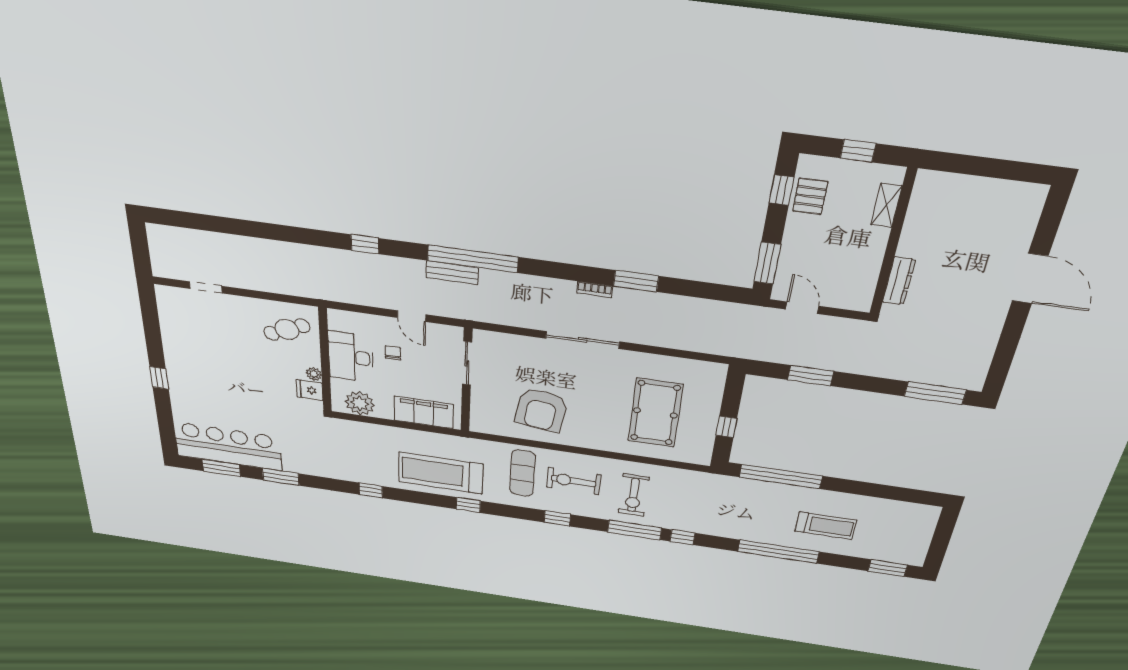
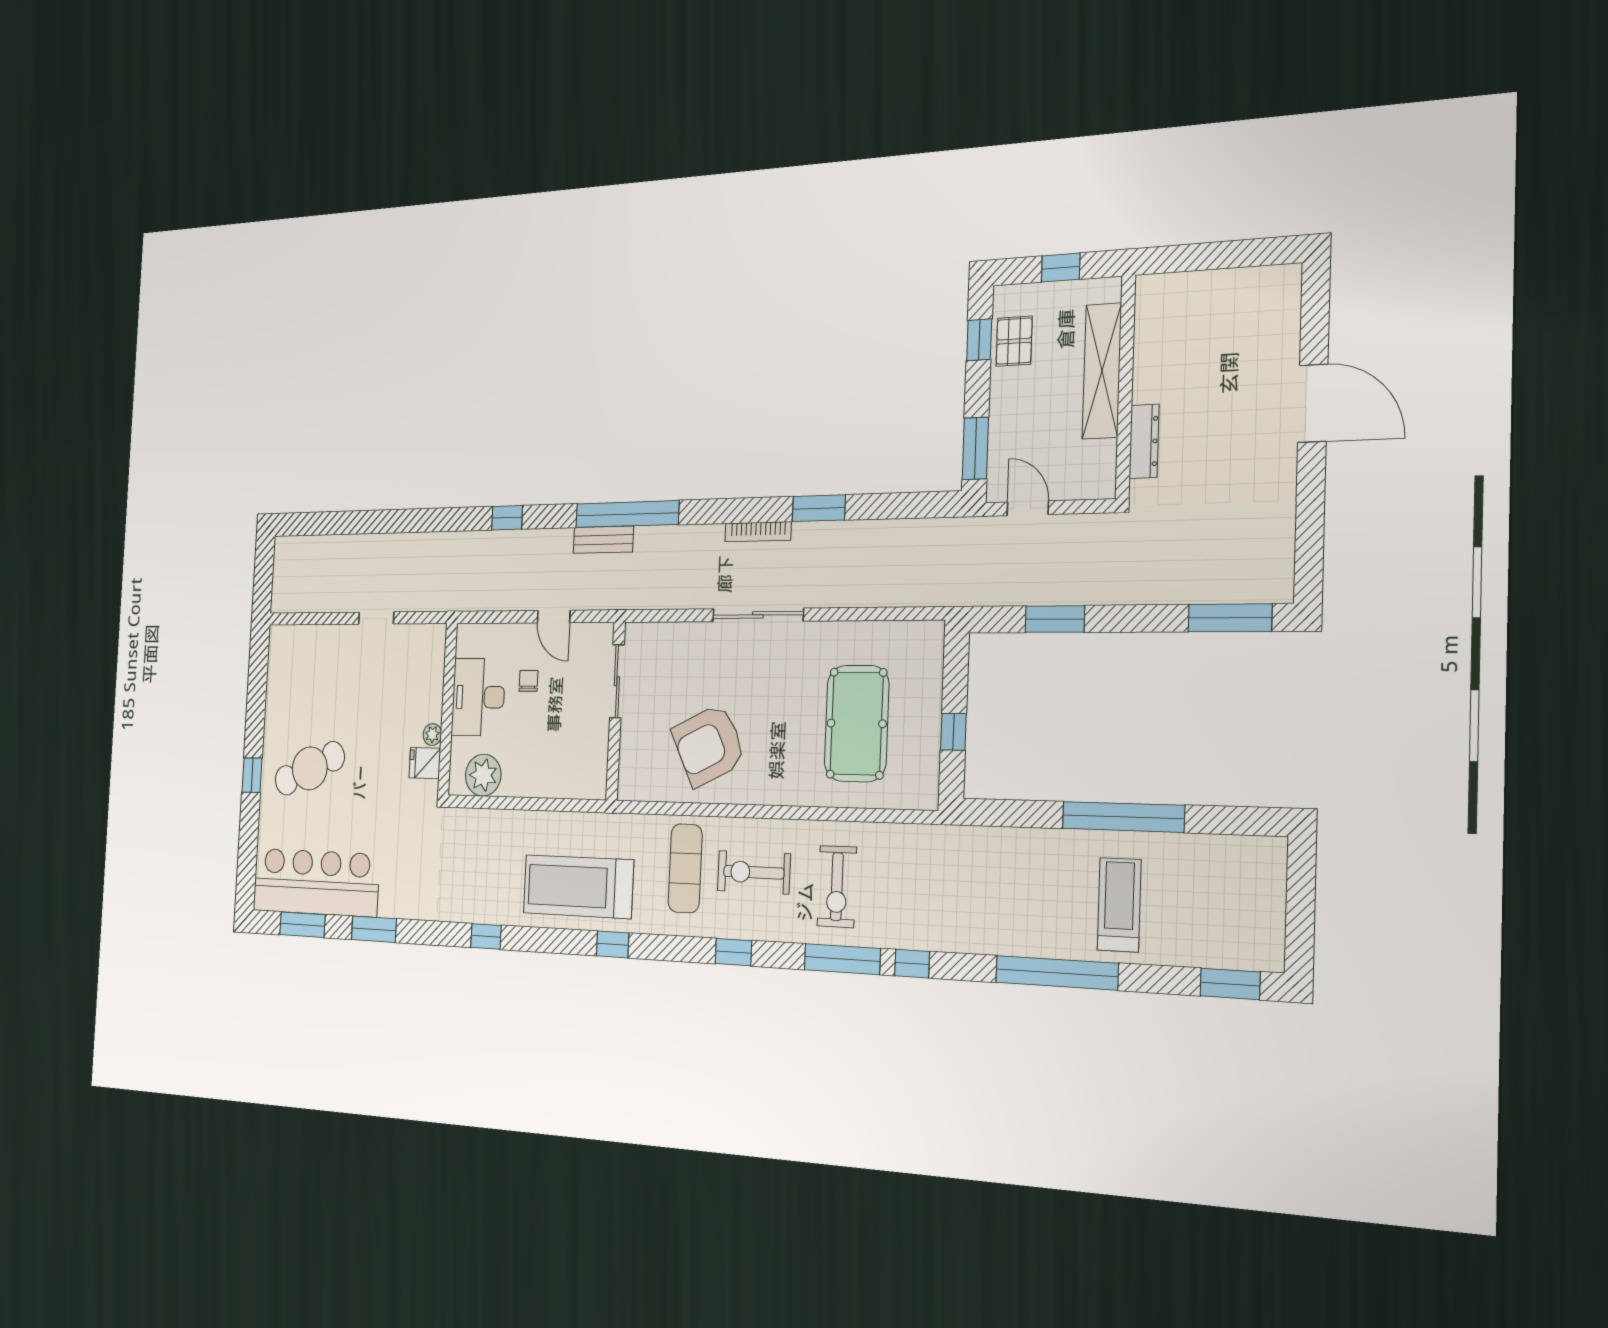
shelving: (886, 205) -> (1102, 371), width x2.20, depth x1.33
doorway: (206, 287) -> (376, 618), moved
bookcase: (595, 290) -> (758, 532), width x1.56
cafe table: (287, 330) -> (310, 768), moved, width x1.37, depth x1.35
armchair: (541, 410) -> (709, 745), turned 56
filing cabinet: (424, 412) -> (561, 777), removed
window: (781, 477) -> (1123, 817), moved
treadmill: (826, 526) -> (1119, 905), turned -90

